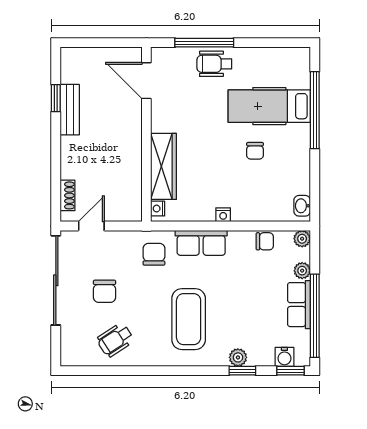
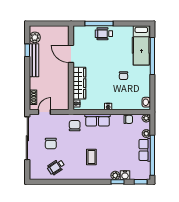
plant: (71, 71) -> (35, 37), added
door: (146, 81) -> (71, 54), moved
hospital bed: (269, 106) -> (141, 45), moved, turned -90
bench: (70, 110) -> (34, 60), width x1.36
coffee table: (189, 319) -> (91, 157), width x0.54, depth x0.58
water cooler: (284, 357) -> (125, 175), moved

